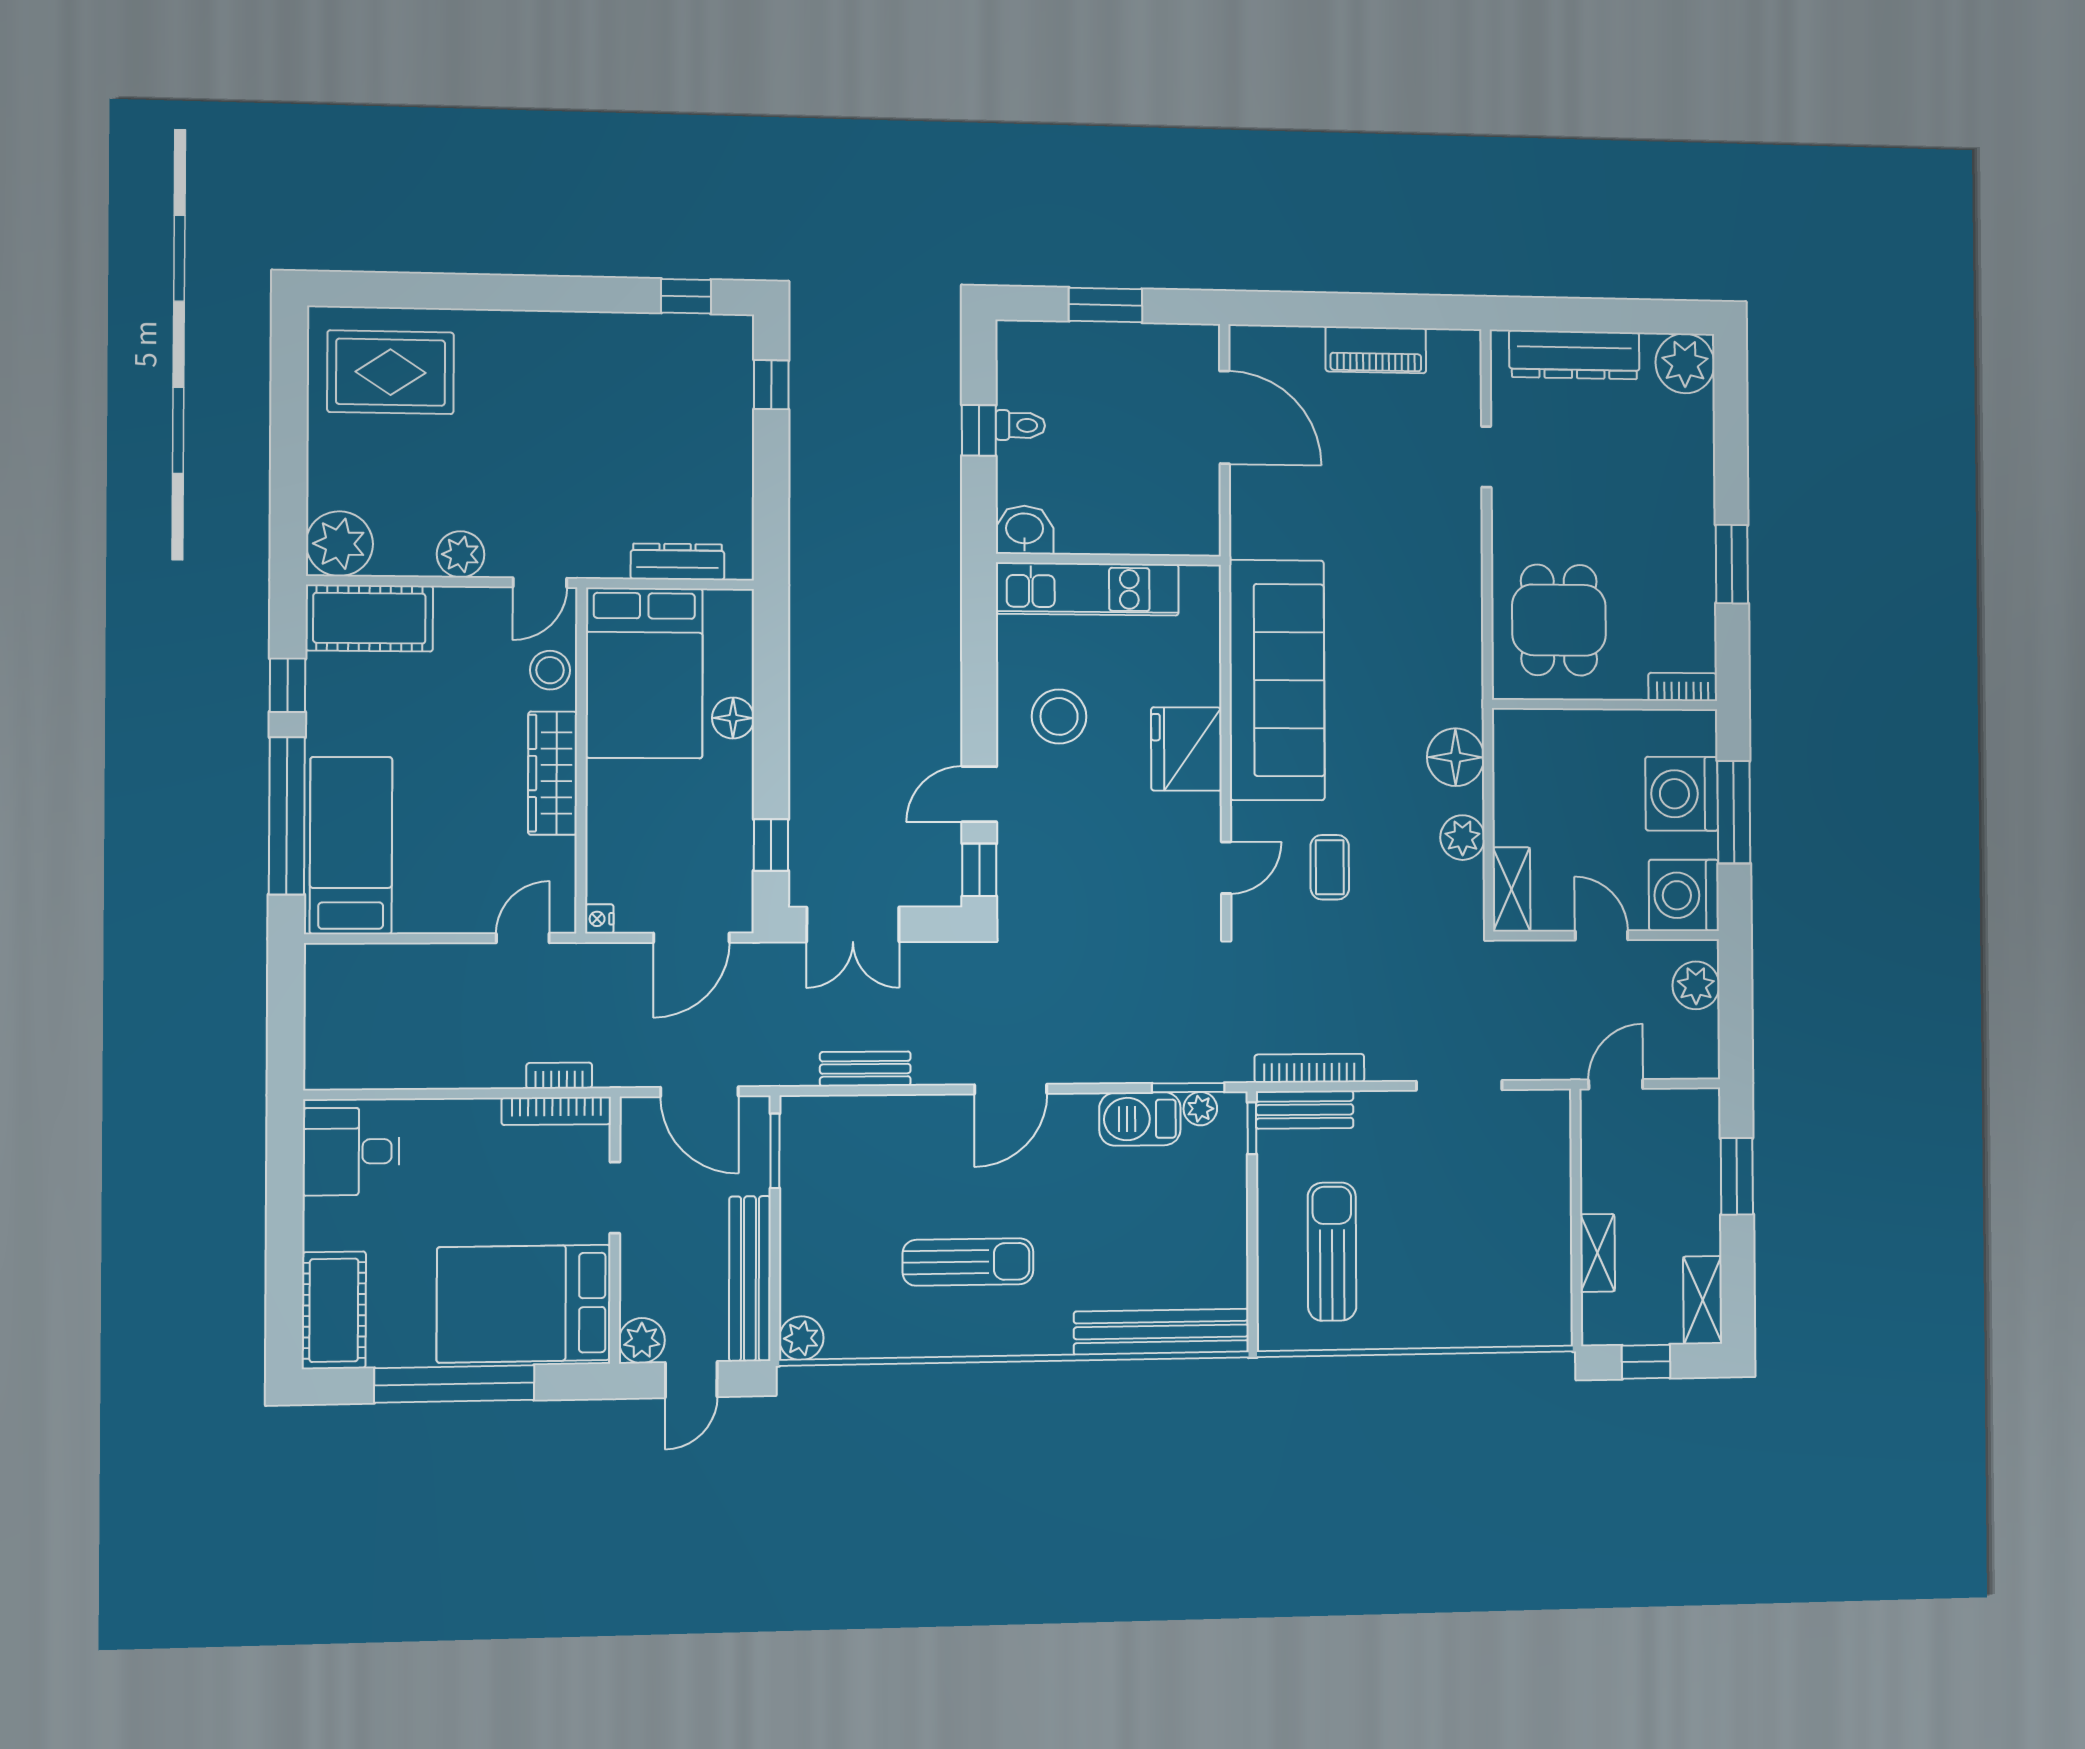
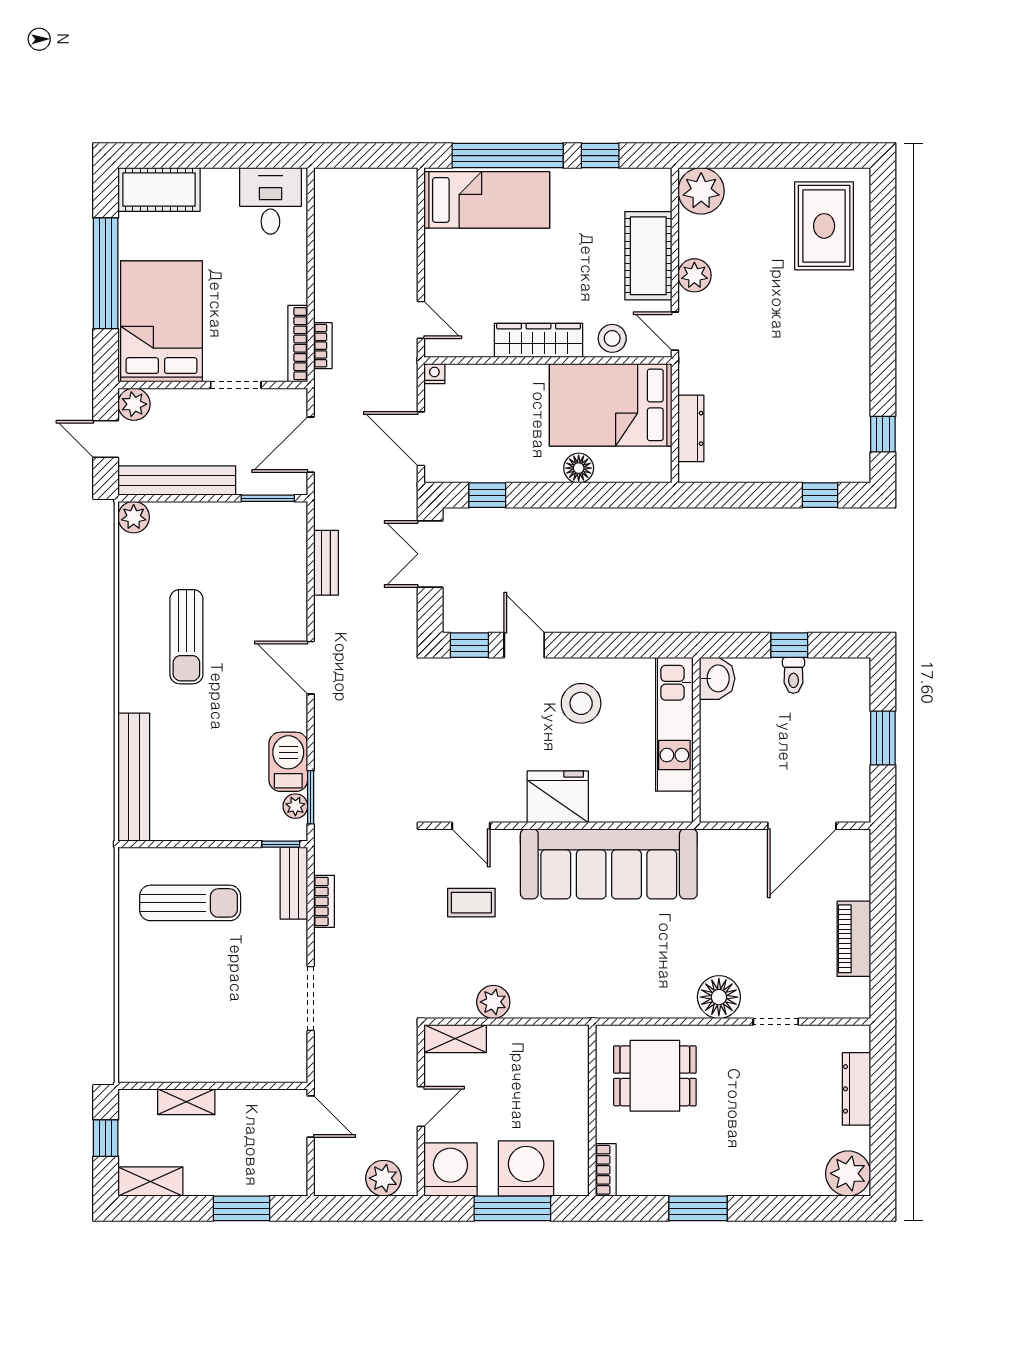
dresser: (1574, 355) -> (857, 1089), width x0.73, depth x0.80
cot: (369, 618) -> (648, 256), moved
floor lamp: (1456, 757) -> (719, 997), moved
bookcase: (1309, 1068) -> (324, 901), width x0.64

